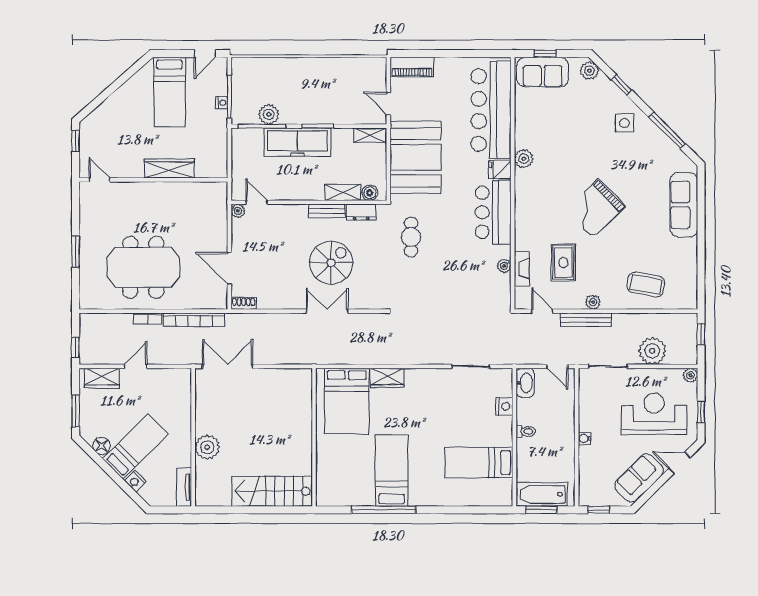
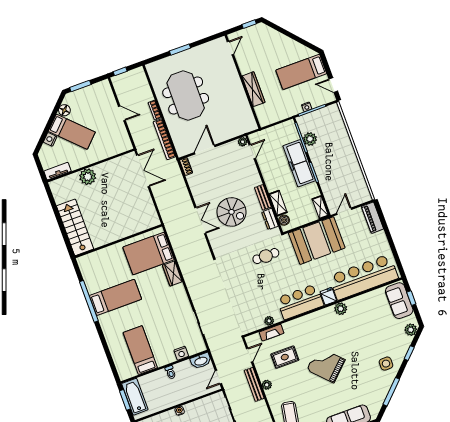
wardrobe: (102, 378) -> (107, 95), removed

